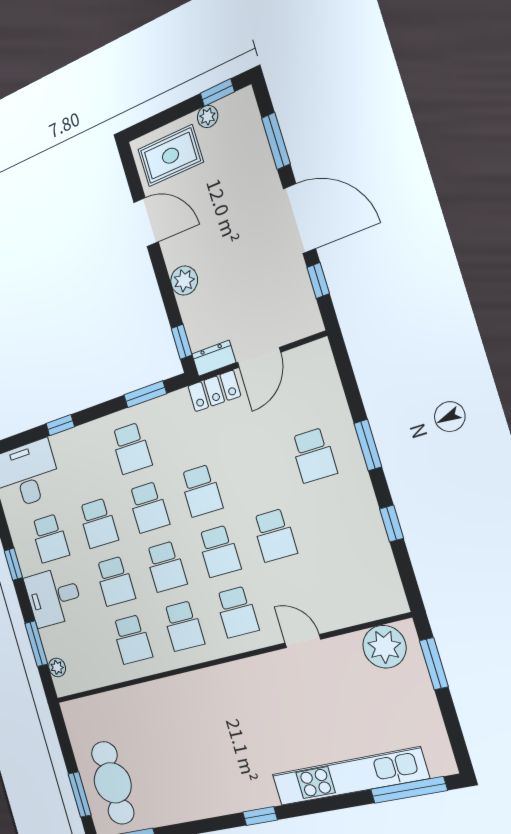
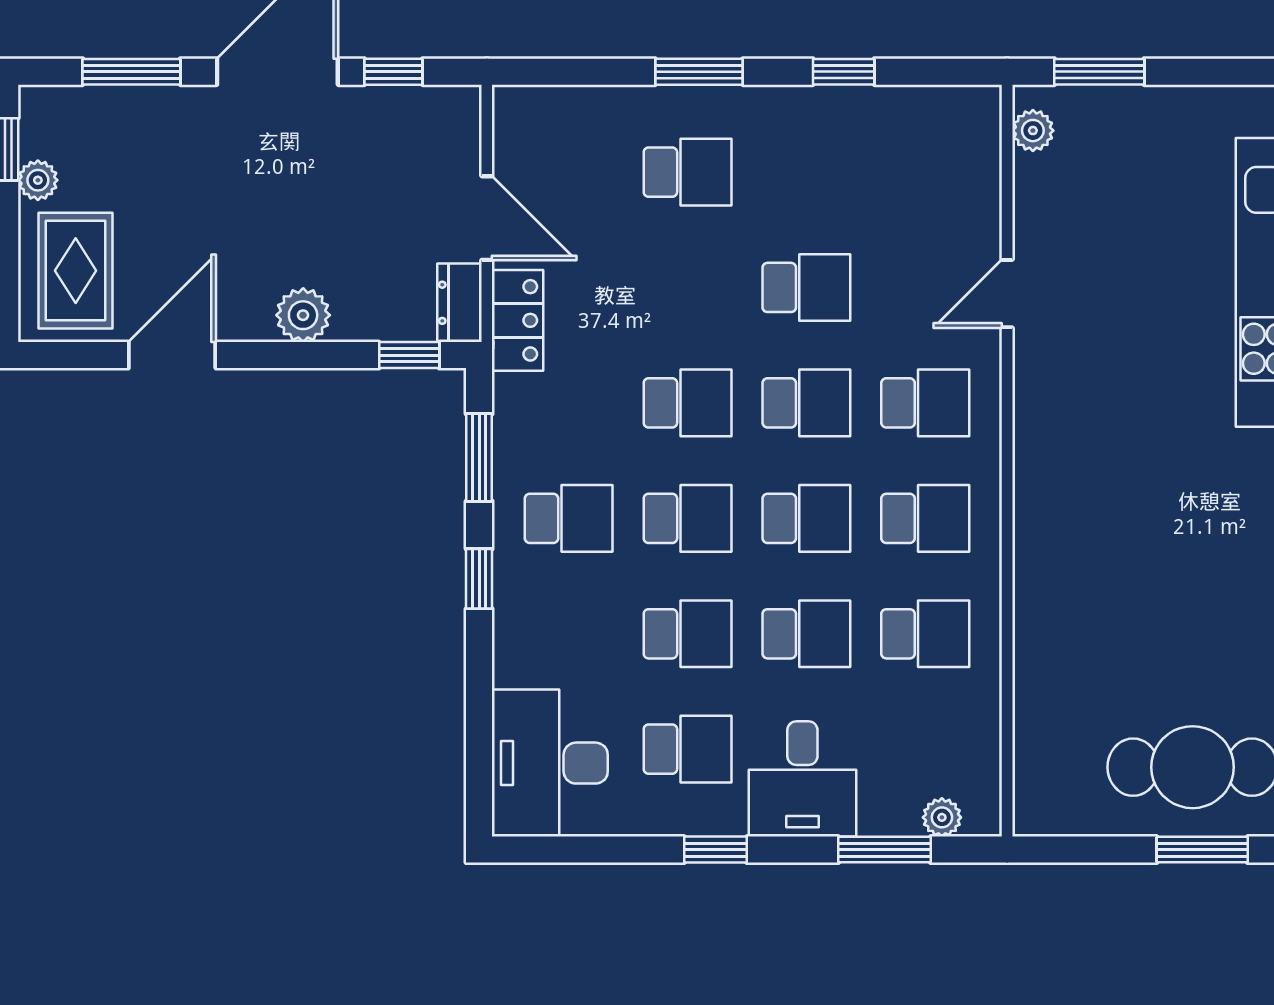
window: (60, 425) -> (479, 579), moved
plant: (384, 647) -> (1033, 131), width x0.53, depth x0.53

